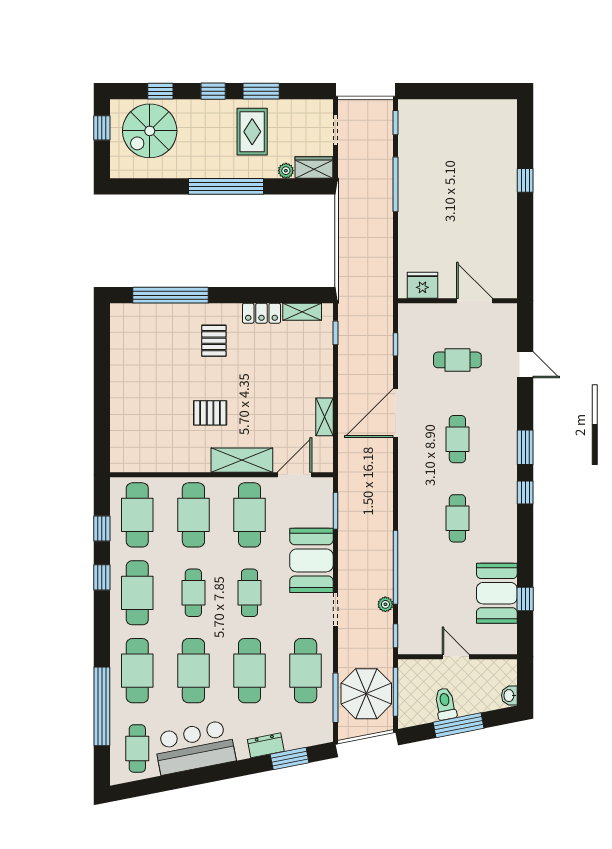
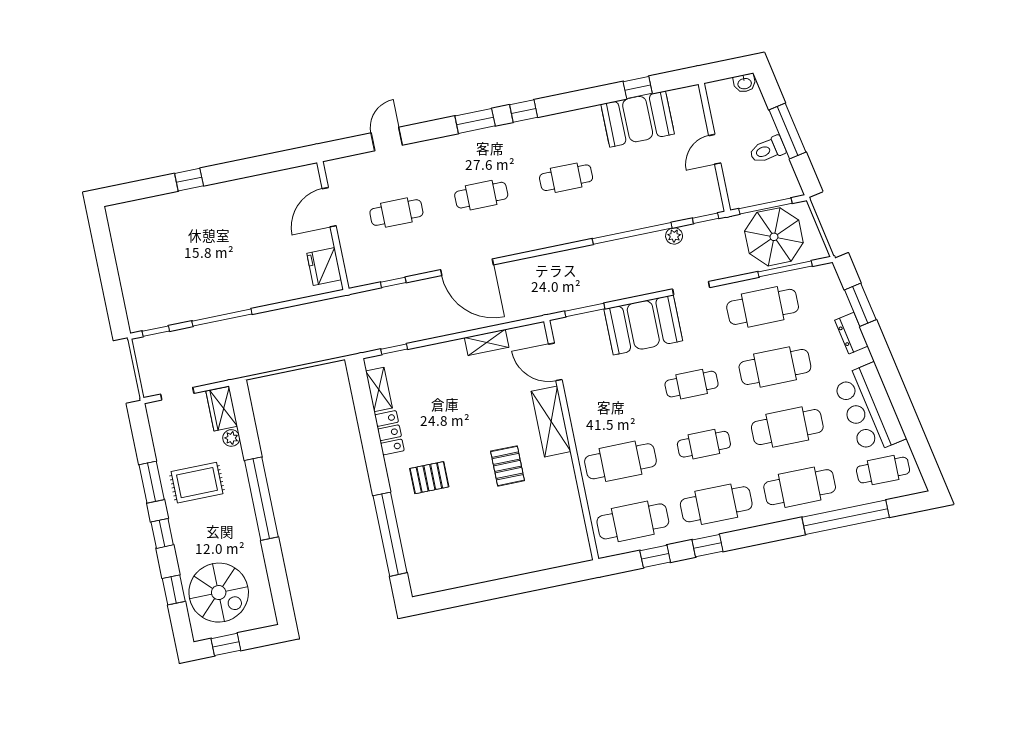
cafe table: (457, 360) -> (396, 213), turned 90
cafe table: (249, 515) -> (608, 401), removed

